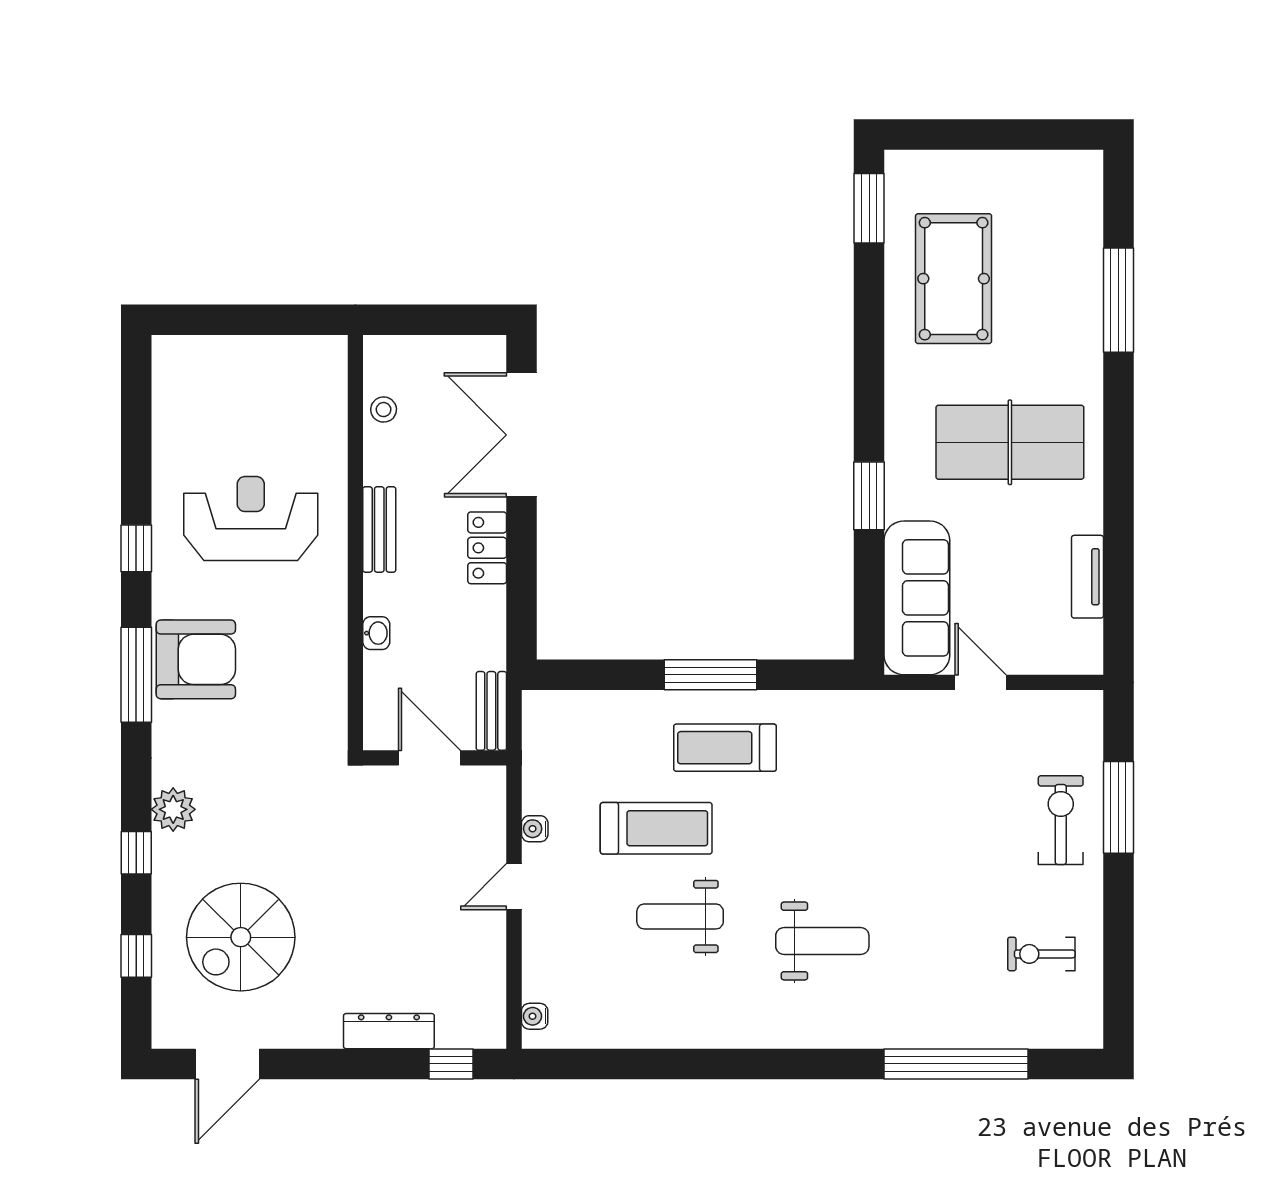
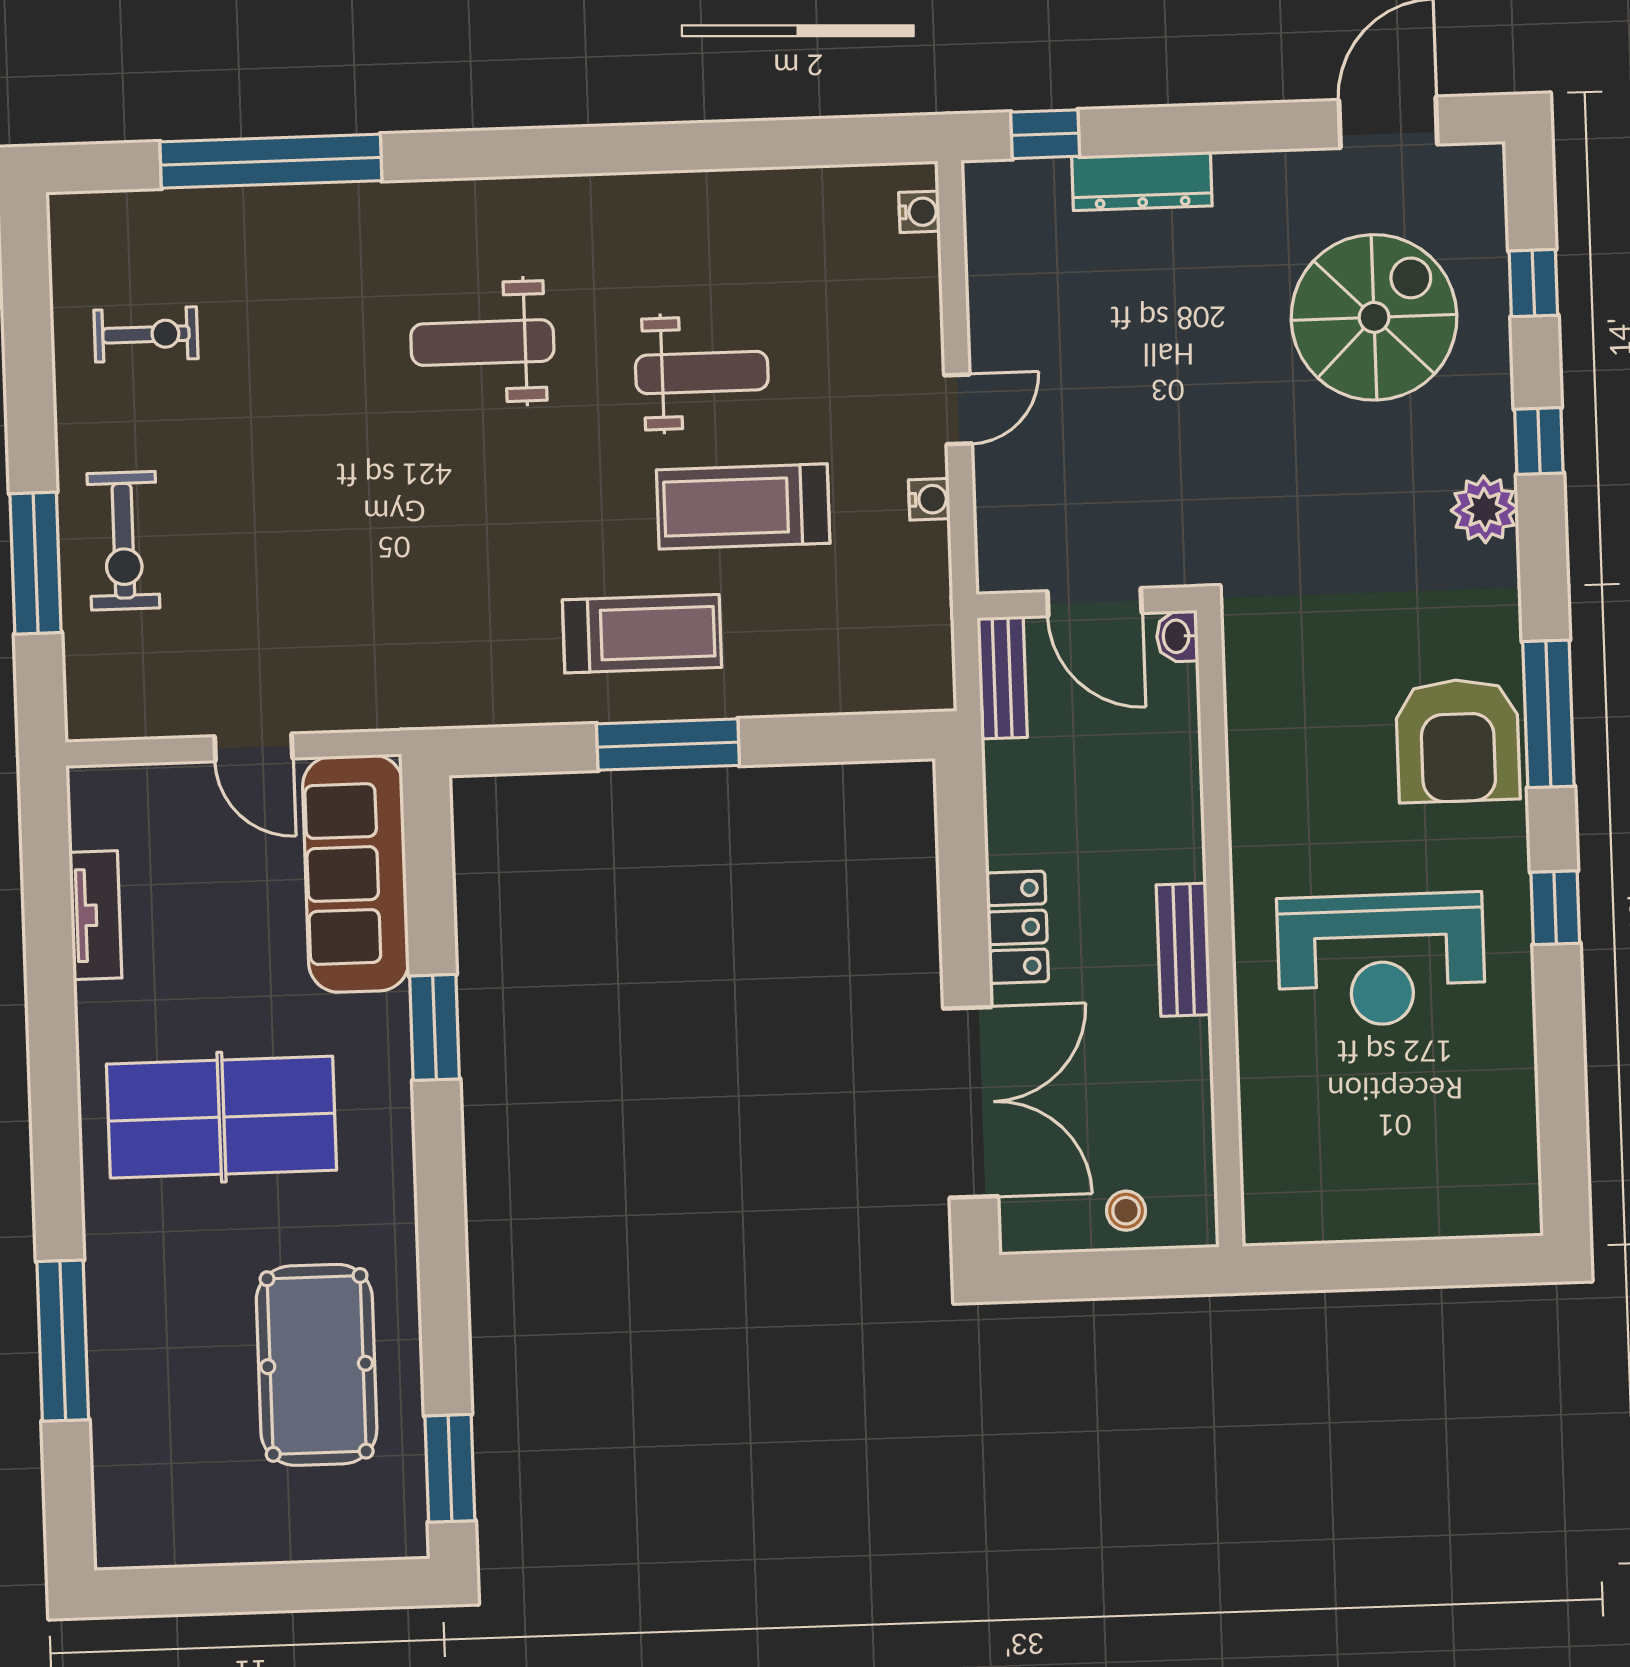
stool: (384, 410) -> (1126, 1211), moved
washbasin: (376, 633) -> (1177, 636), moved
armchair: (196, 659) -> (1458, 741), turned -90

